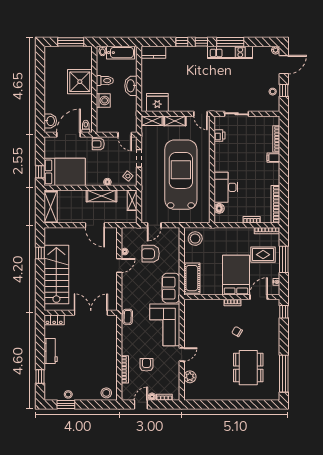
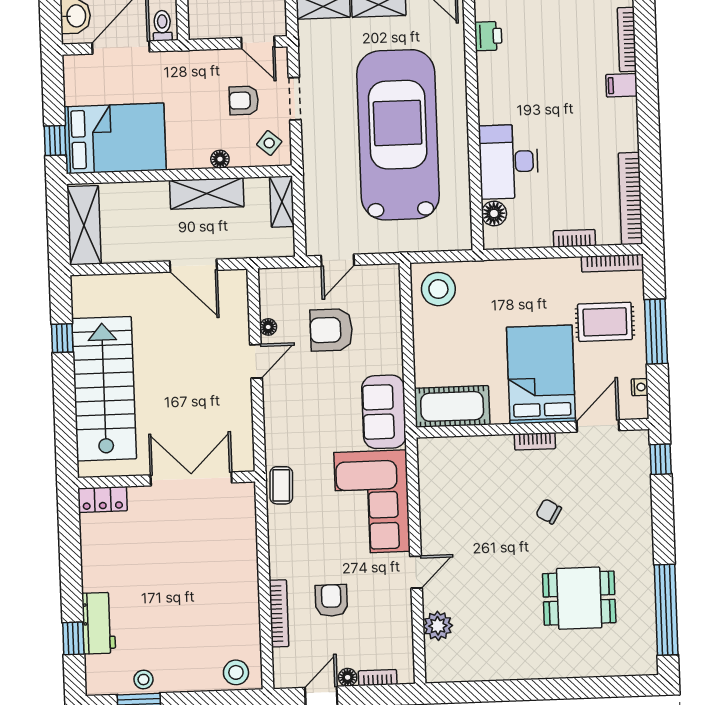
armchair: (98, 144) -> (244, 100), moved
cot: (192, 278) -> (452, 406), moved, turned 90
workbench: (51, 351) -> (99, 623), moved
dining table: (248, 368) -> (579, 598), width x0.73

